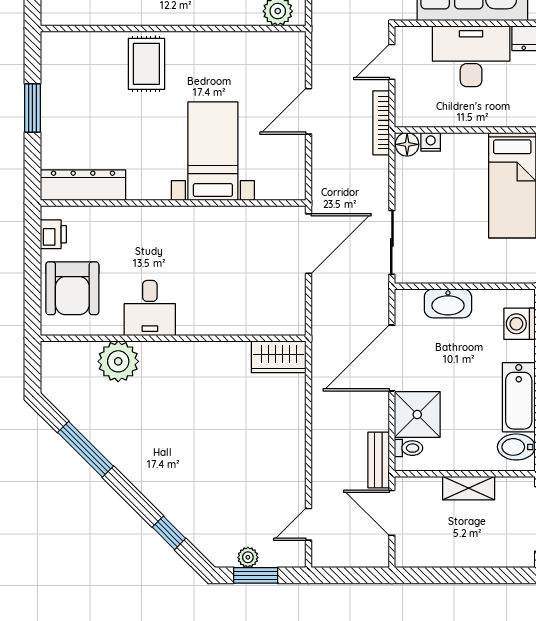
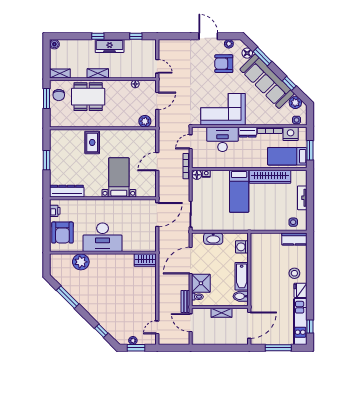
desk: (150, 308) -> (103, 237), width x1.87, depth x1.30

